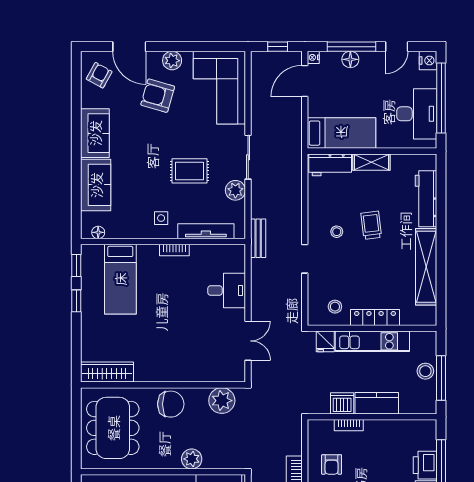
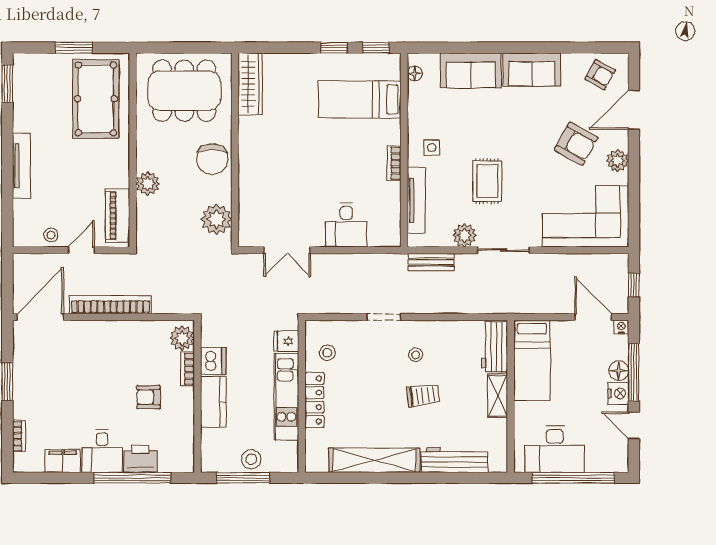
nightstand: (428, 61) -> (618, 393), moved, turned -90
armchair: (158, 96) -> (576, 144), turned 103
bench: (258, 238) -> (431, 262), moved
plant: (323, 430) -> (182, 338), added
armchair: (332, 464) -> (148, 397), moved

